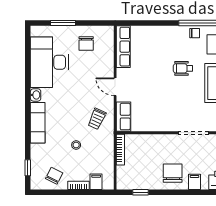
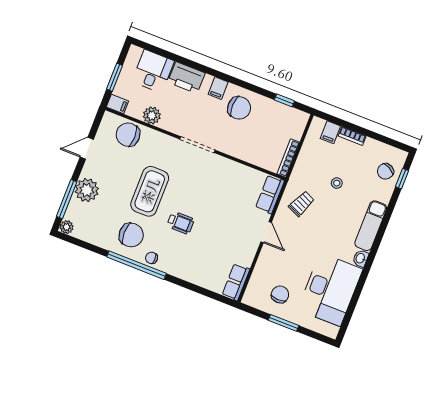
window: (63, 23) -> (284, 323), moved
row of seats: (123, 47) -> (236, 282), width x0.68
chair: (173, 173) -> (239, 108), turned -90
chair: (54, 176) -> (385, 171), moved

